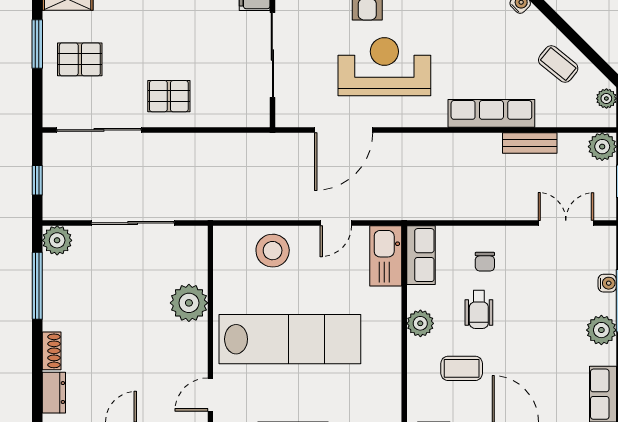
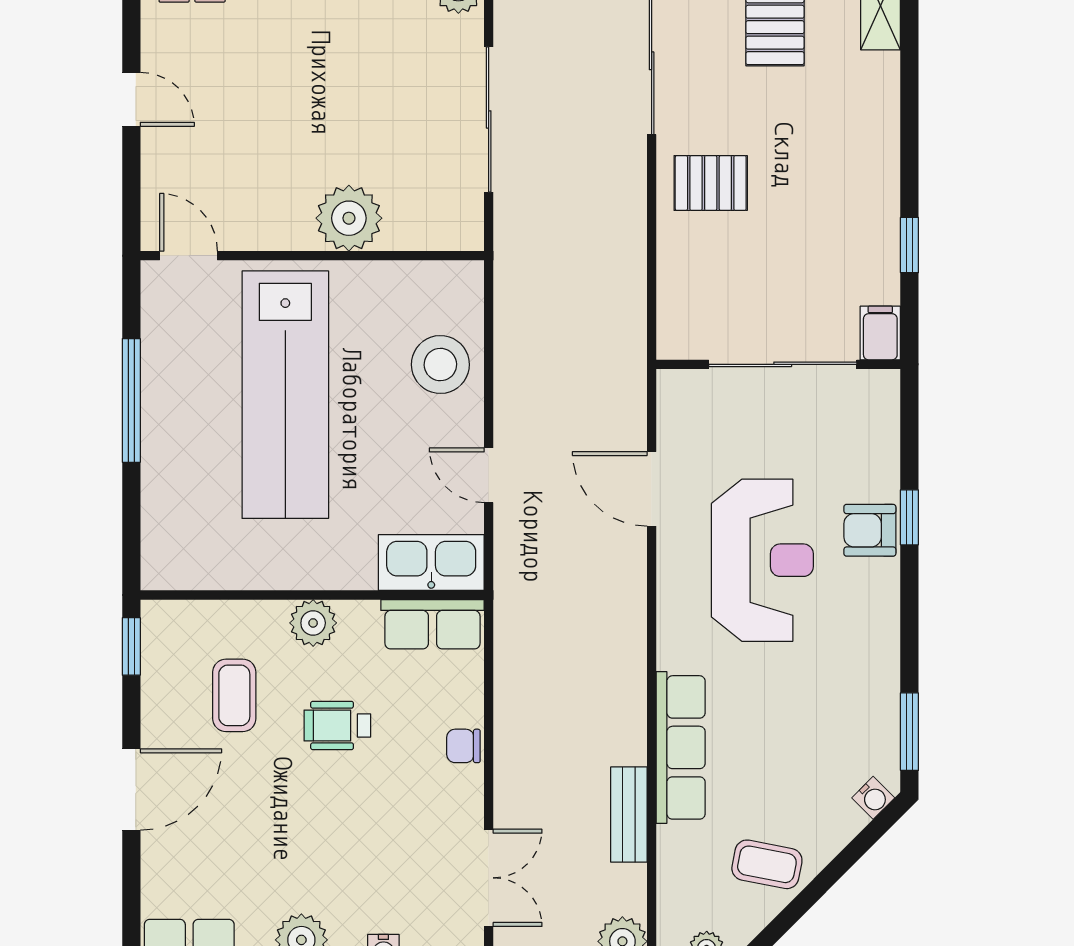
coffee table: (558, 64) -> (767, 864), turned 62
pallet: (169, 96) -> (711, 183), turned 90
door: (344, 130) -> (652, 489), width x0.73
chair: (485, 262) -> (463, 746), moved

